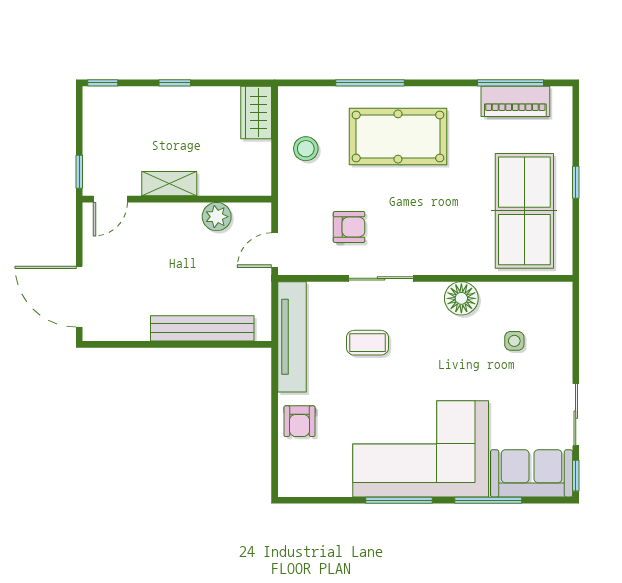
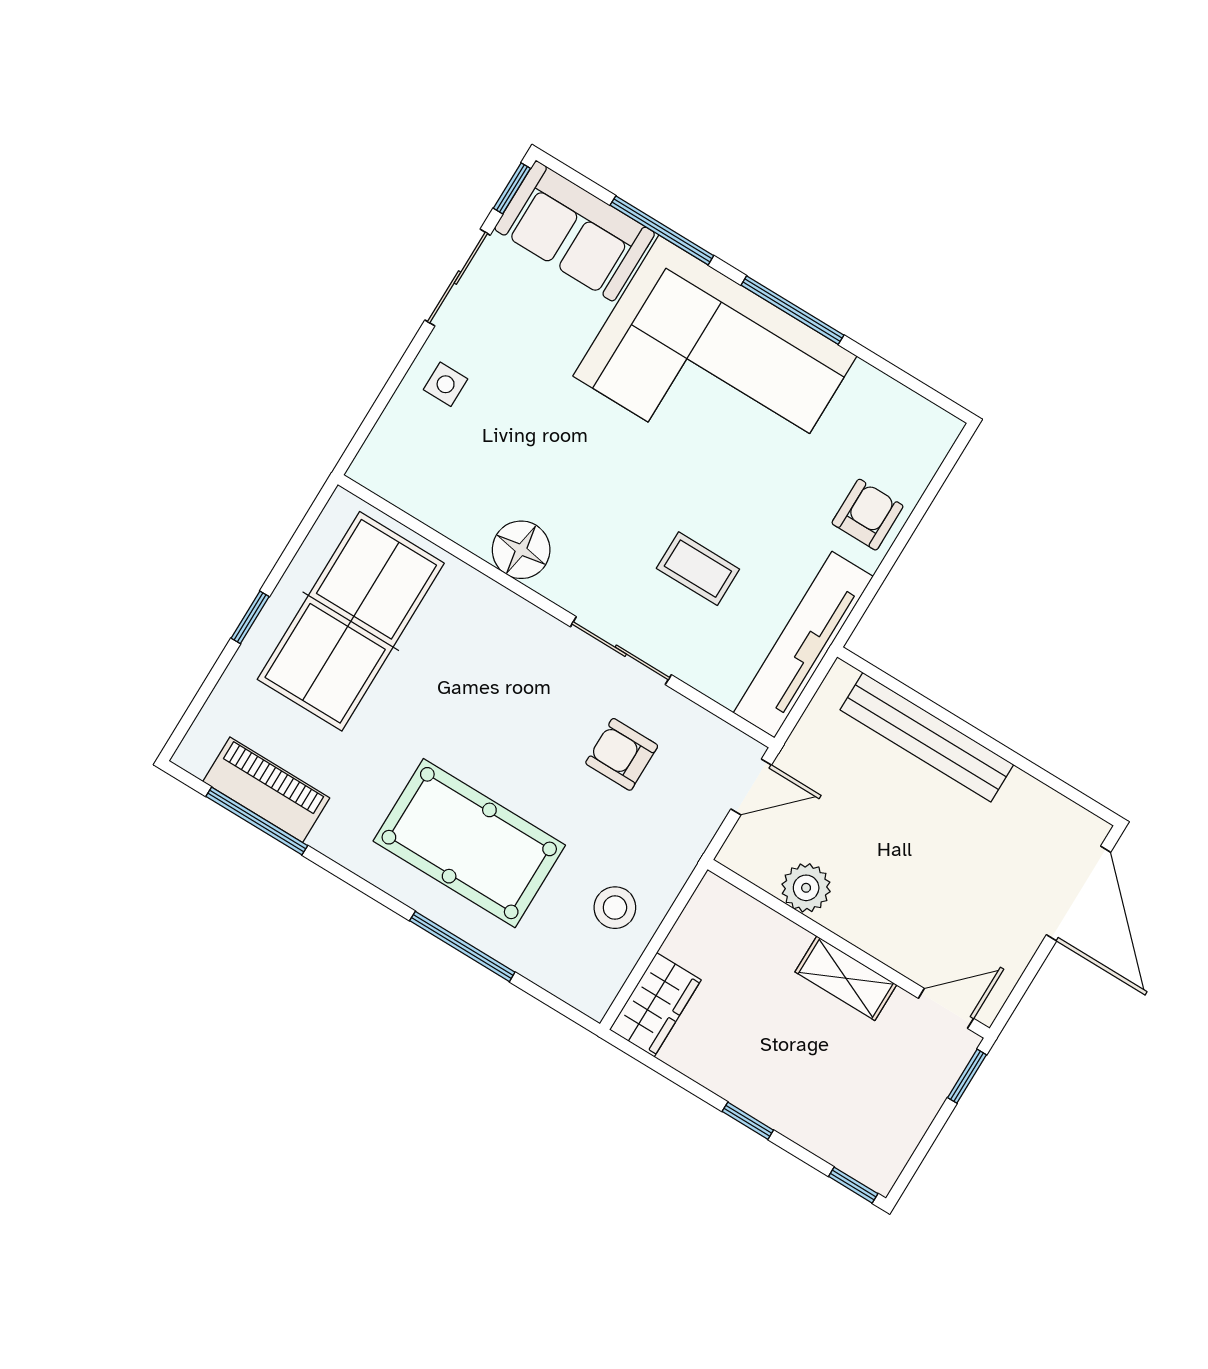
side table: (514, 341) -> (446, 384), moved

